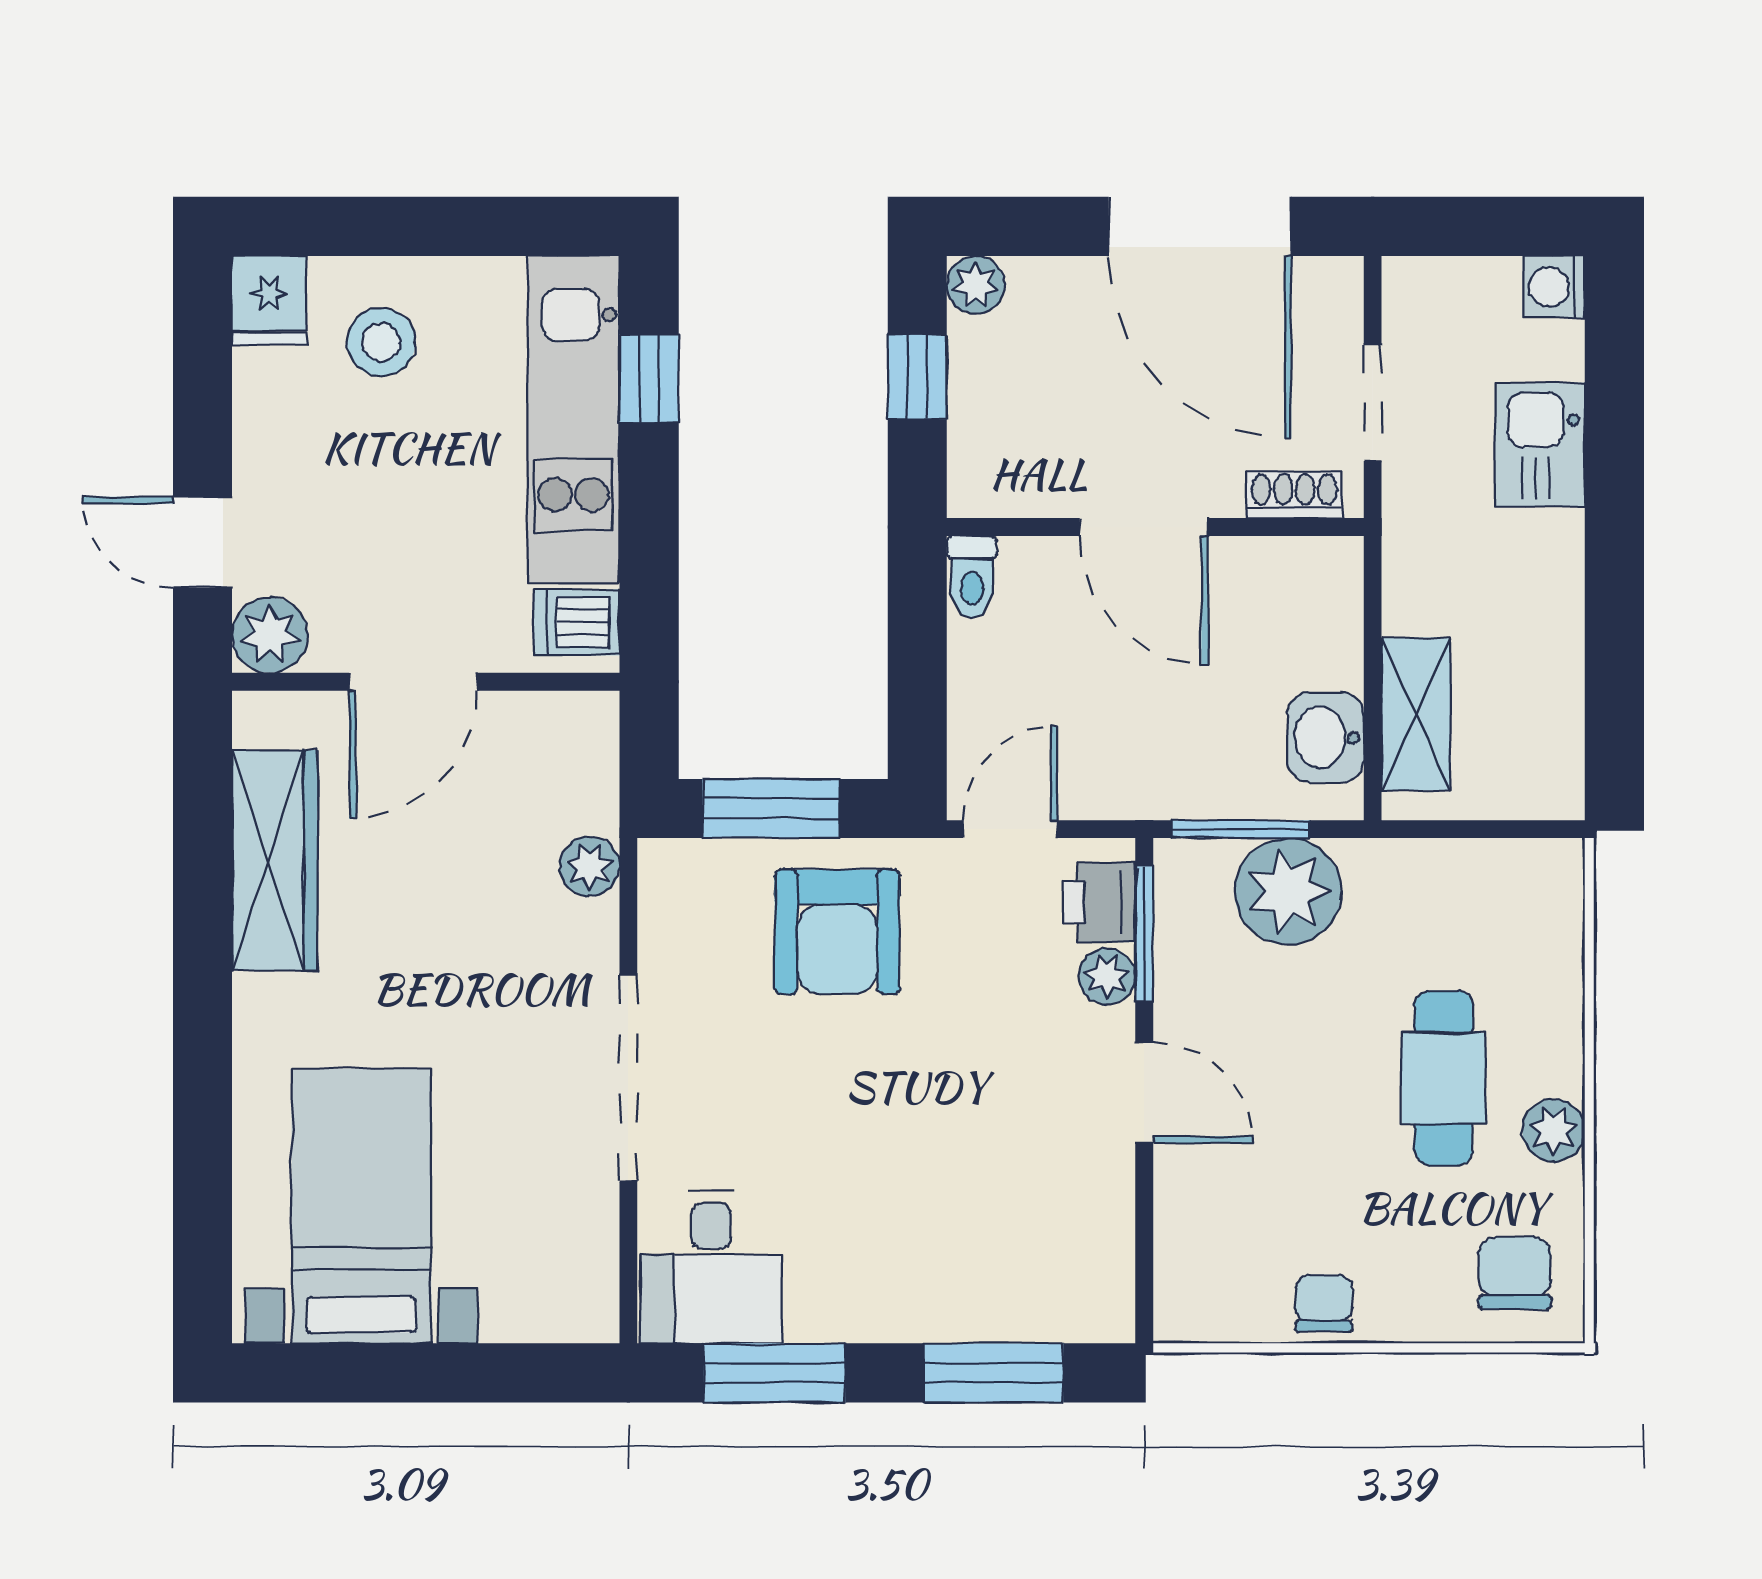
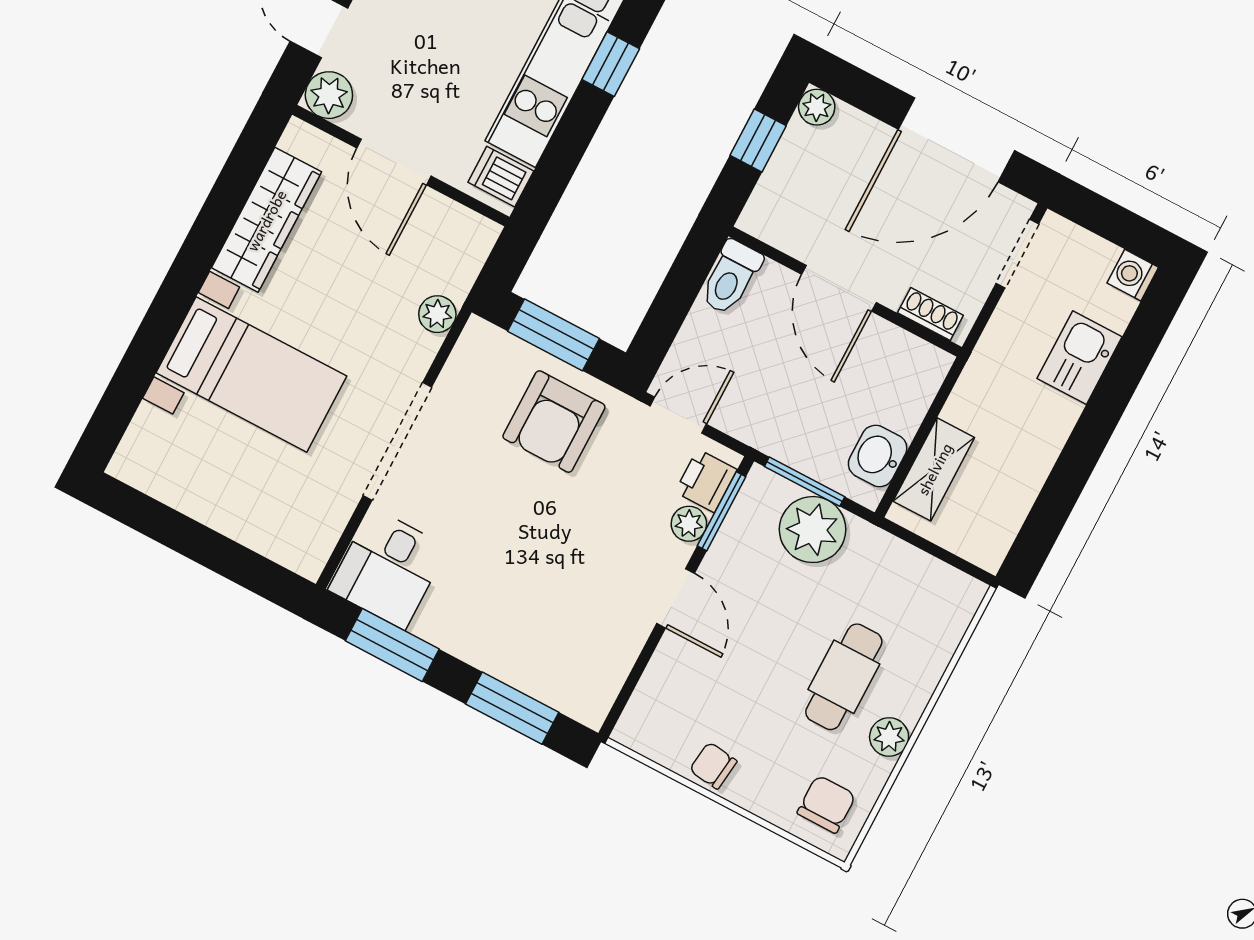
door: (1200, 226) -> (956, 140), hinge flipped
doorway: (1373, 403) -> (1017, 254), moved
toilet: (972, 577) -> (731, 277), width x1.37, depth x1.39
door: (413, 682) -> (394, 162), hinge flipped
bed with nightstands: (361, 1206) -> (251, 374), moved, turned 90
chair: (1324, 1303) -> (713, 766), turned -83

